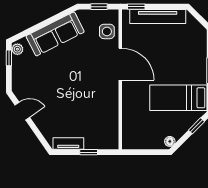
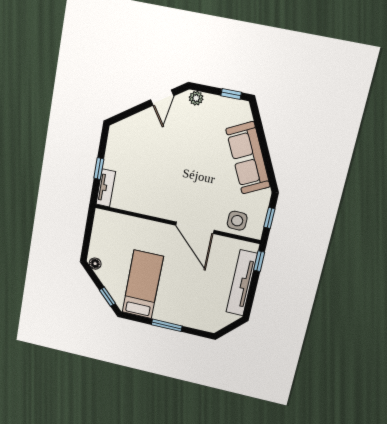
plant: (17, 49) -> (196, 98), moved
door: (120, 64) -> (195, 228), hinge flipped
tv unit: (68, 143) -> (106, 188), moved

